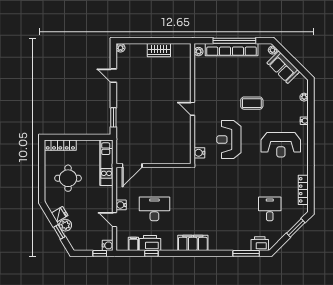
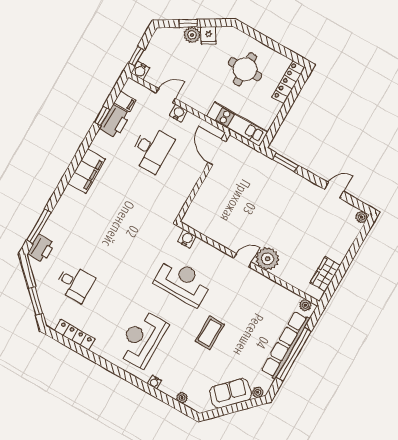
wardrobe: (159, 50) -> (325, 274), moved
plant: (182, 93) -> (268, 259), added

